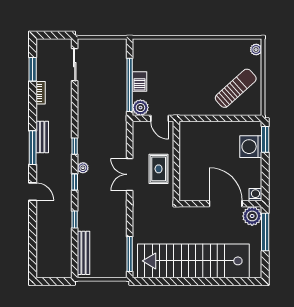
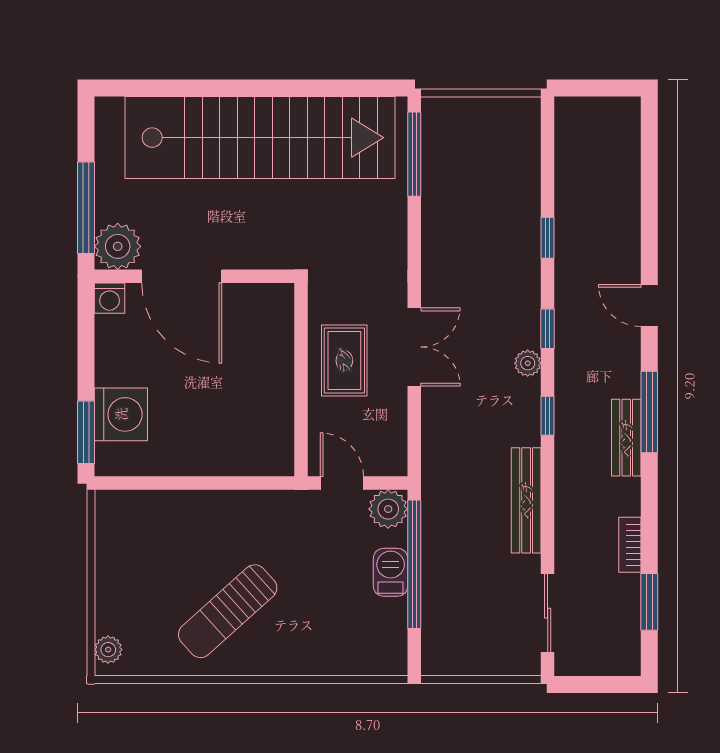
sun lounger: (236, 88) -> (228, 611), moved
bench: (83, 253) -> (526, 500), moved

